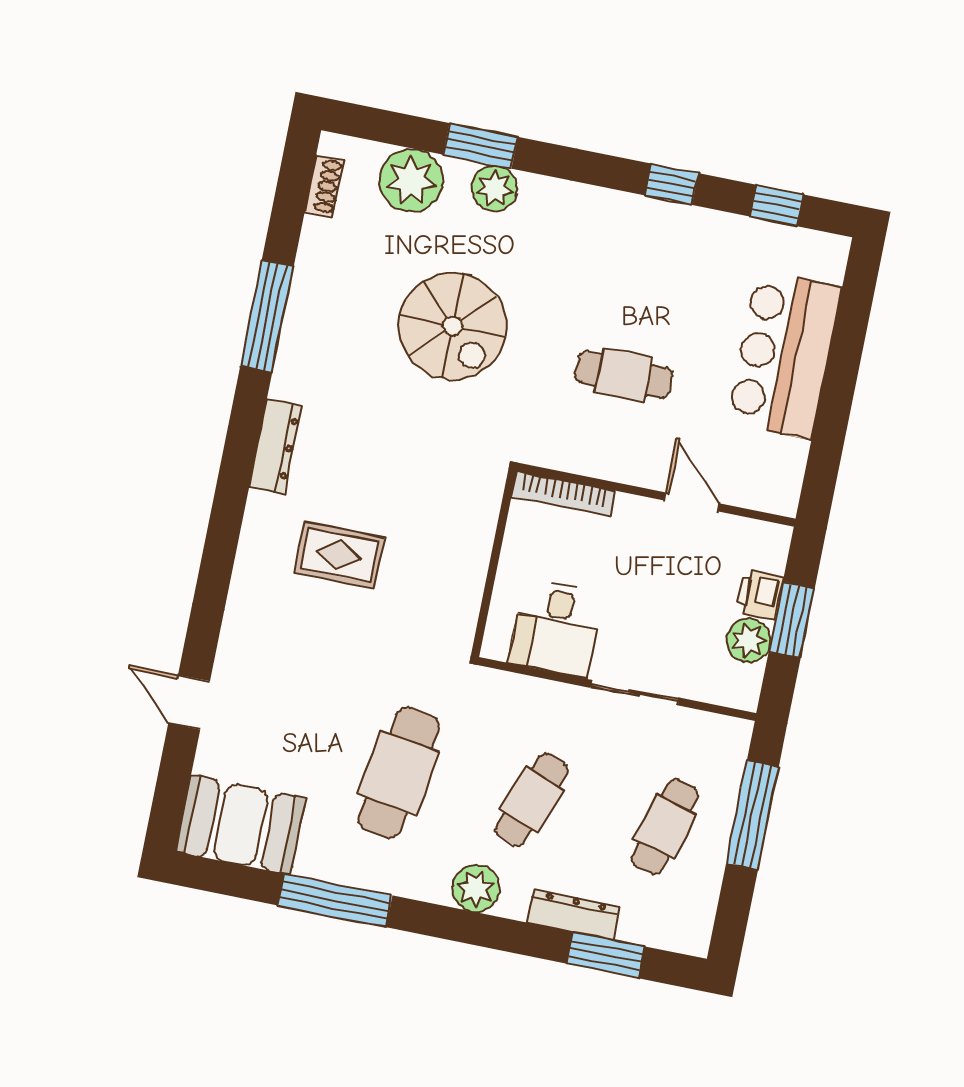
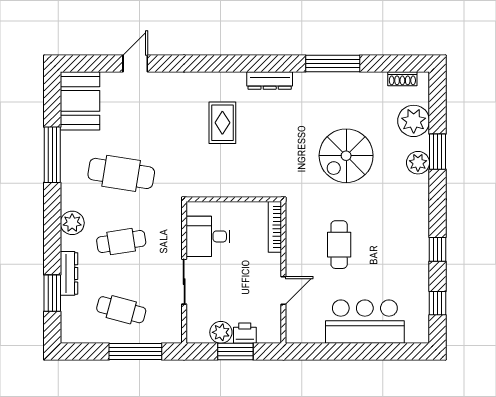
cafe table: (532, 800) -> (121, 242), turned -30

